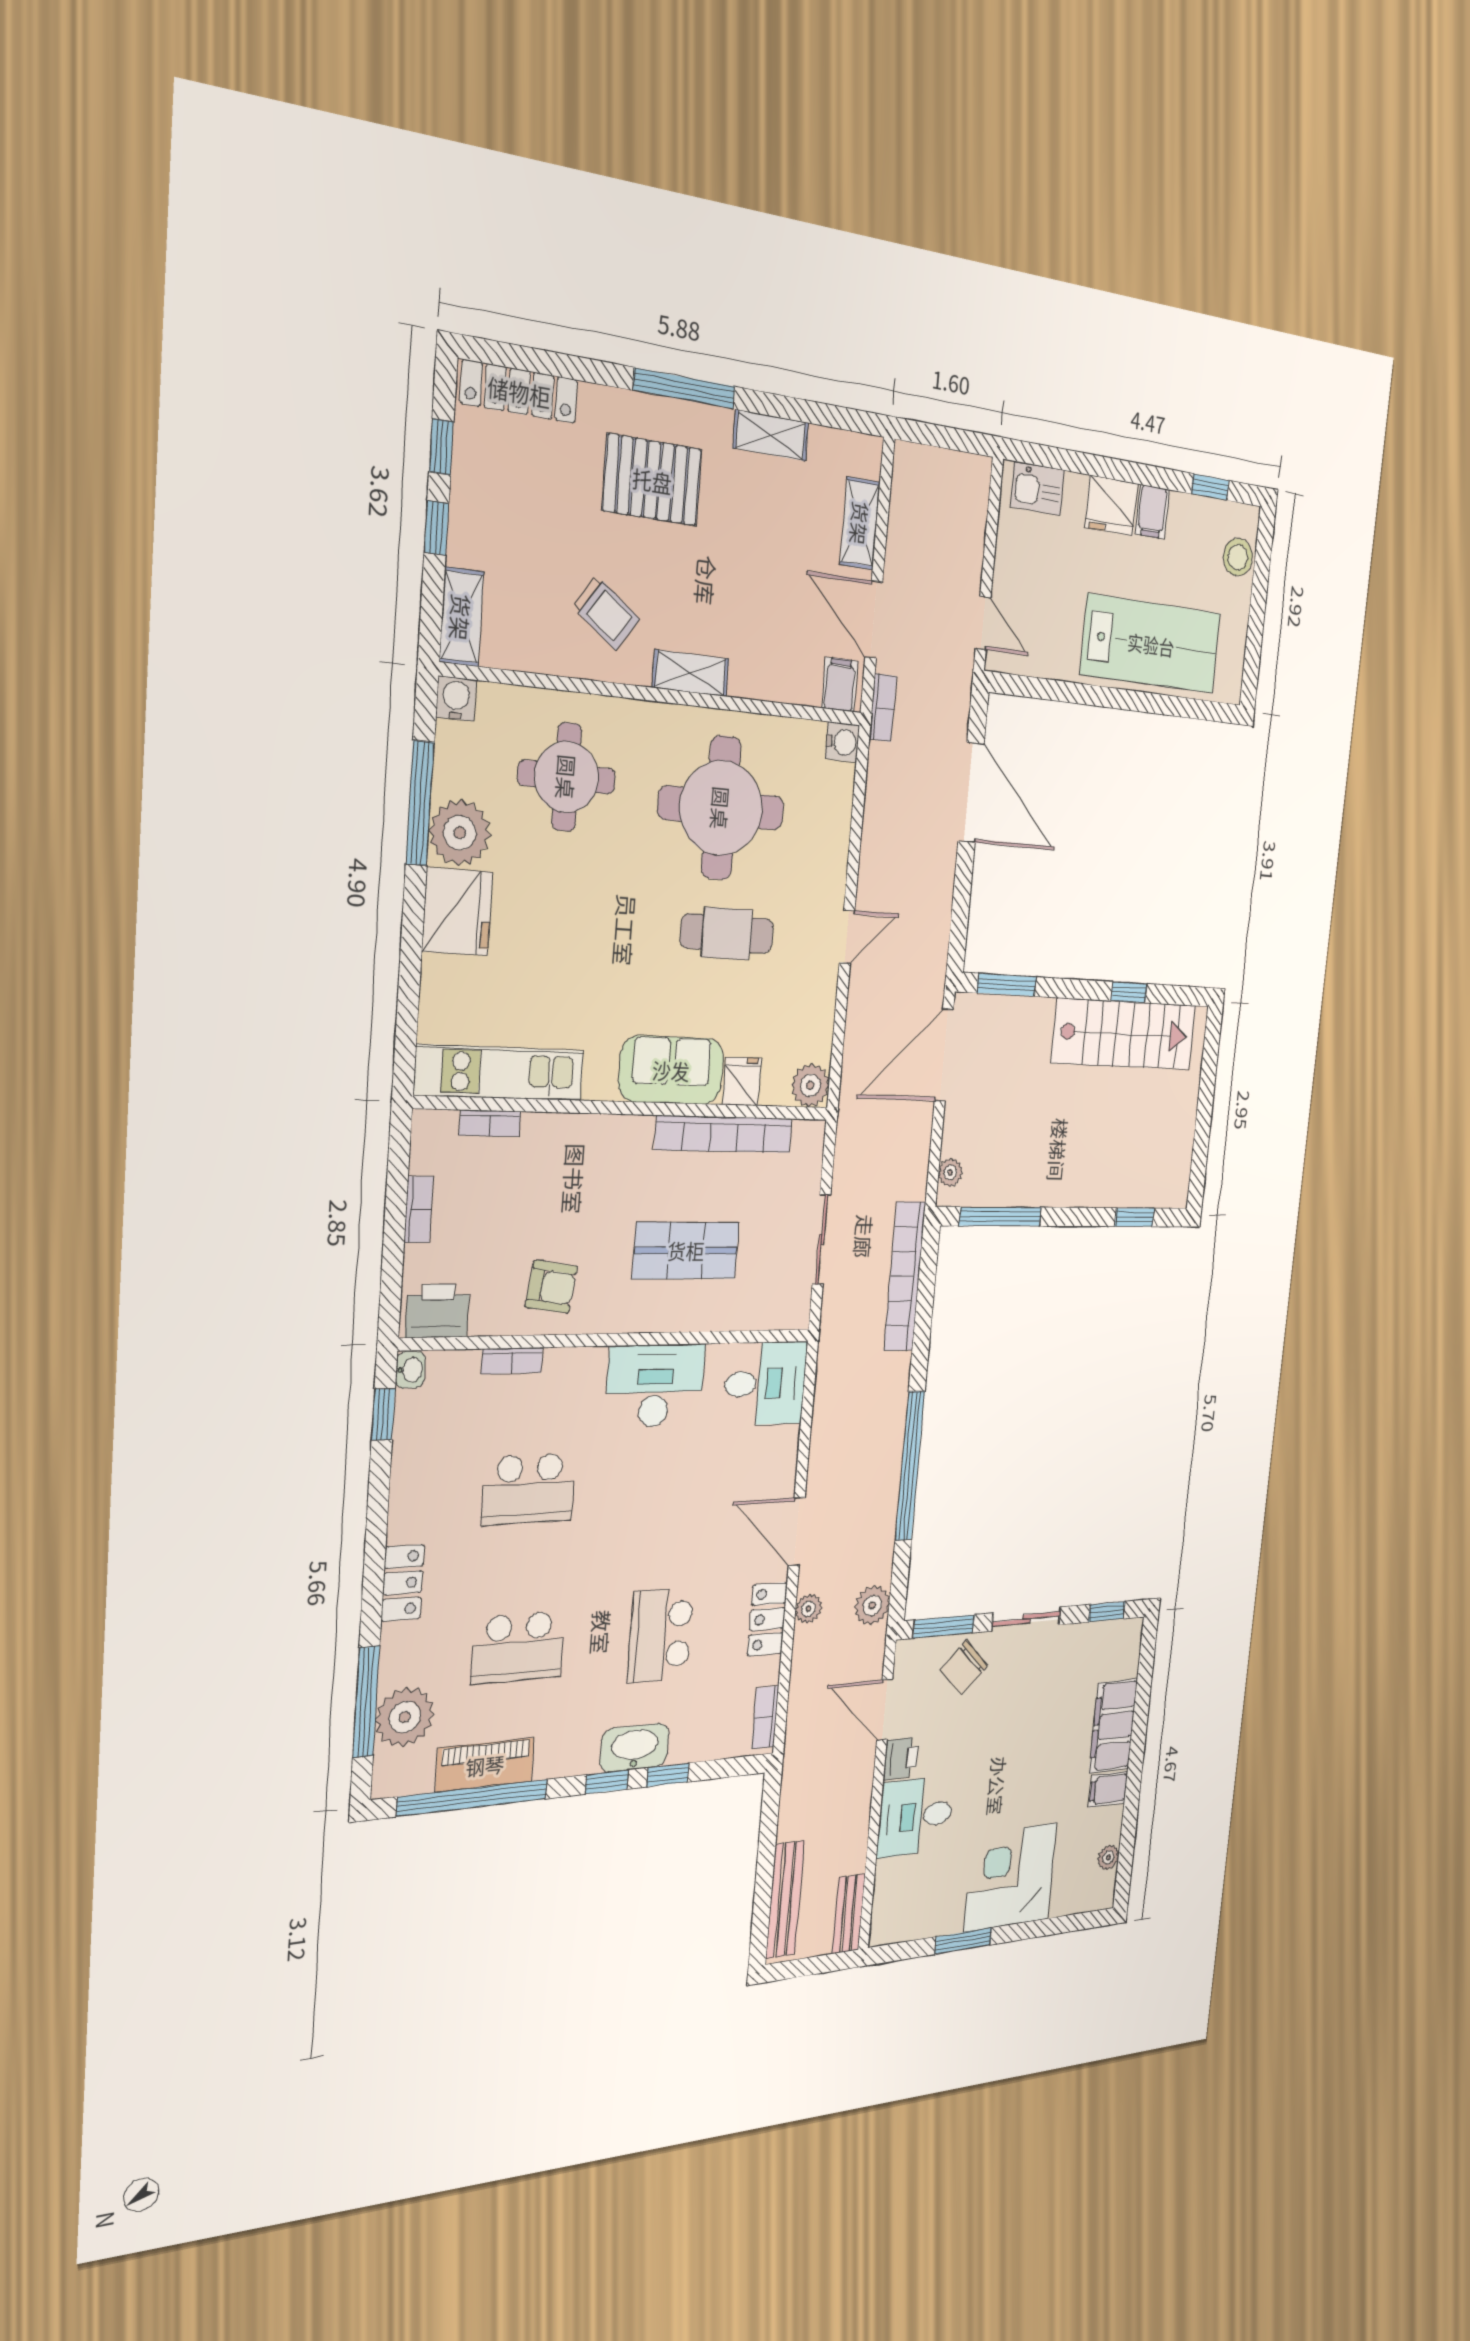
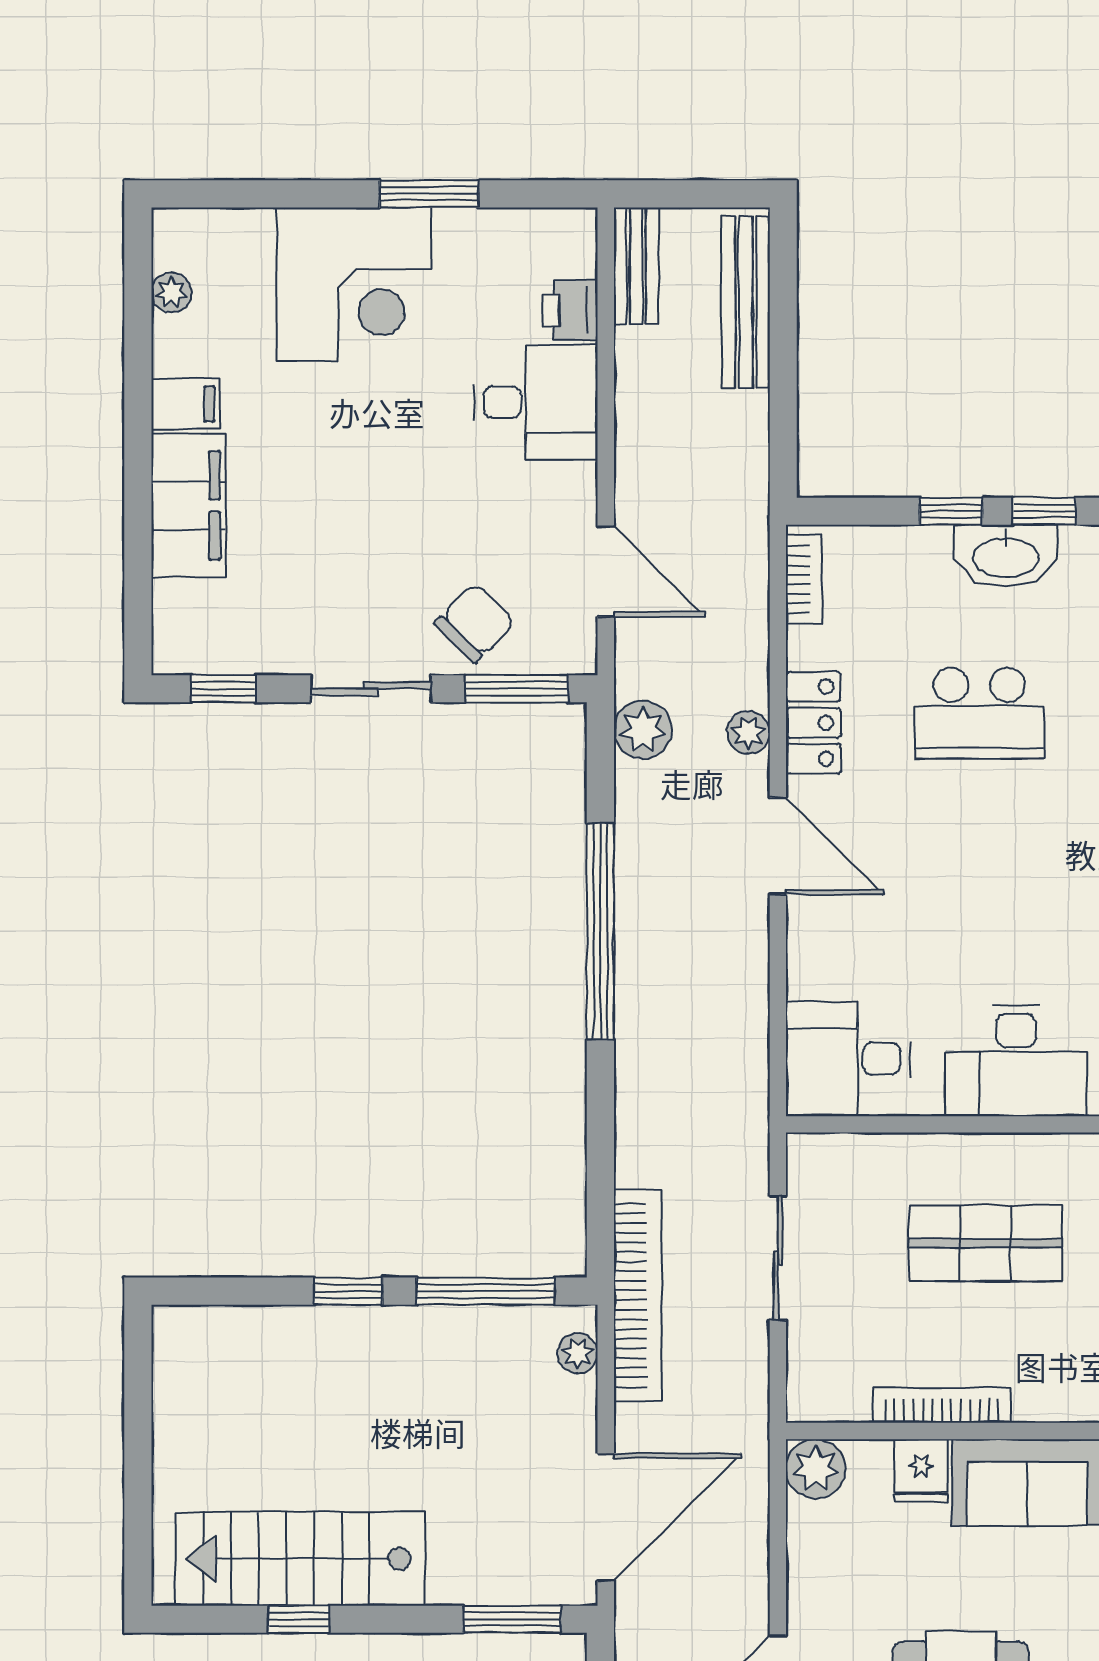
bookcase: (724, 1134) -> (942, 1405), width x0.68, depth x0.76
window: (1135, 1217) -> (348, 1291), moved
bookcase: (905, 1276) -> (638, 1295), moved
school desk: (660, 1635) -> (979, 713), turned 90
printer: (901, 1758) -> (570, 310), moved

